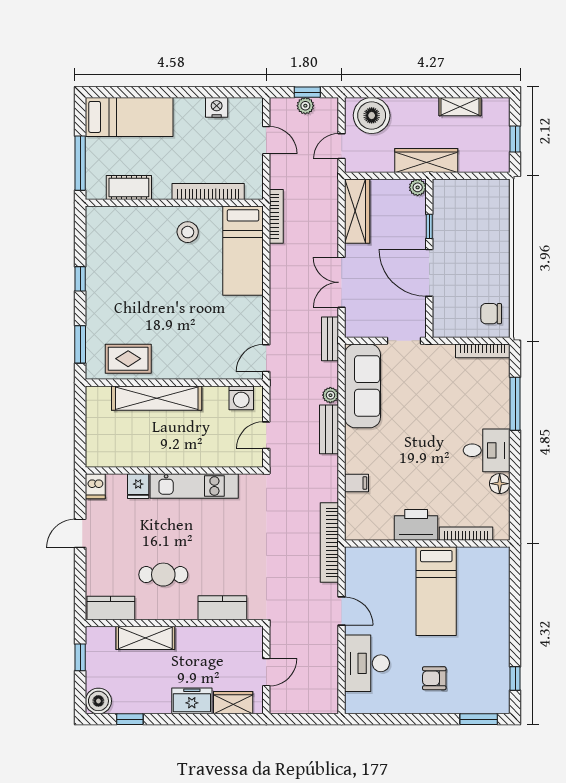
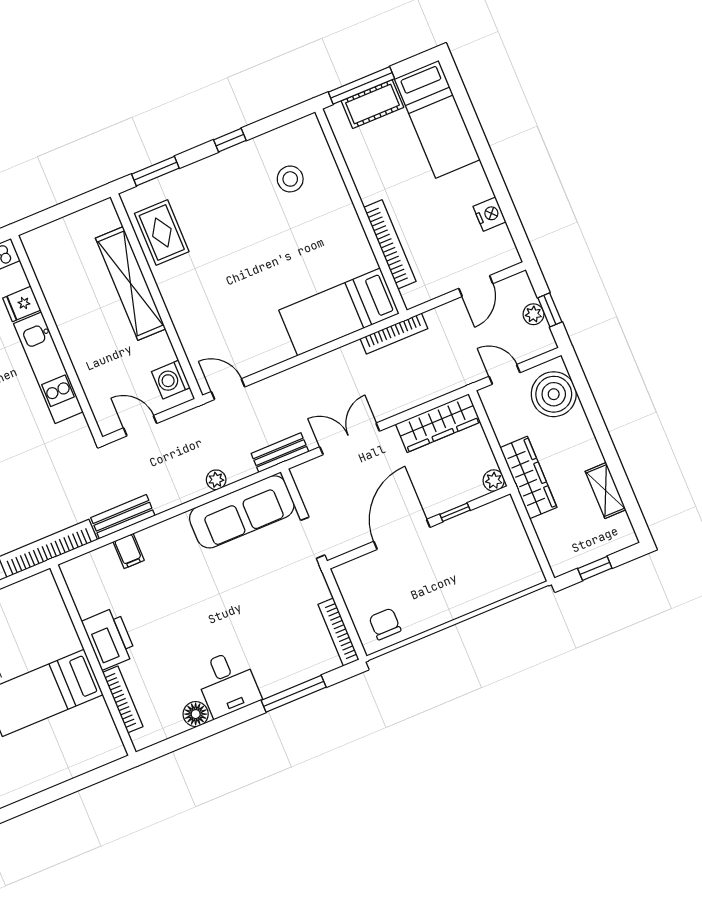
cot: (129, 187) -> (372, 104), moved, turned 90
stool: (188, 232) -> (290, 179), moved
bench: (329, 429) -> (123, 517), moved

